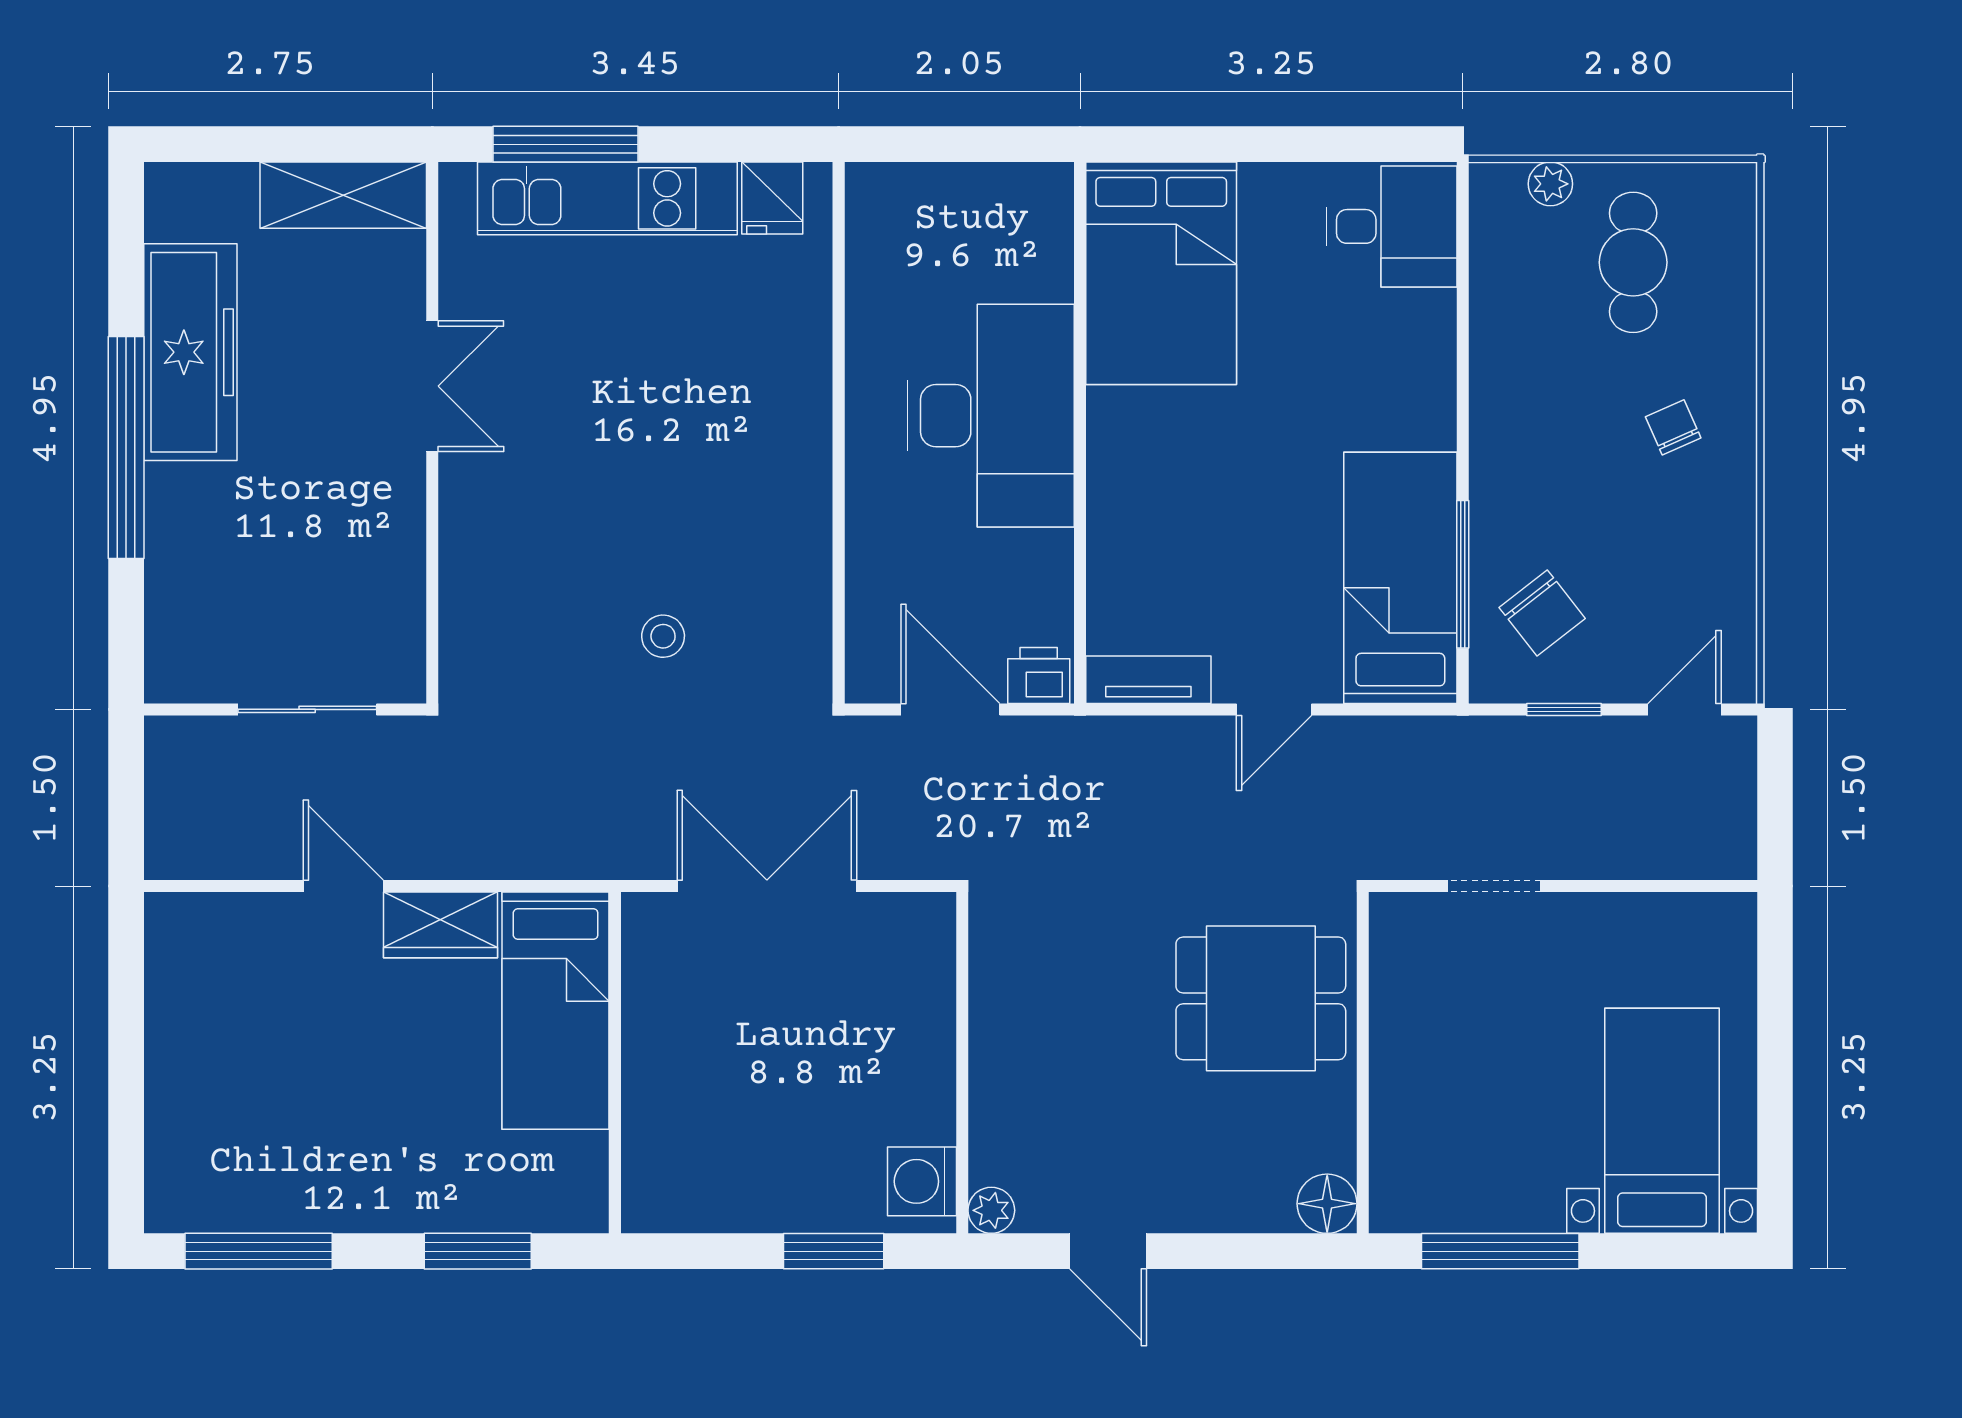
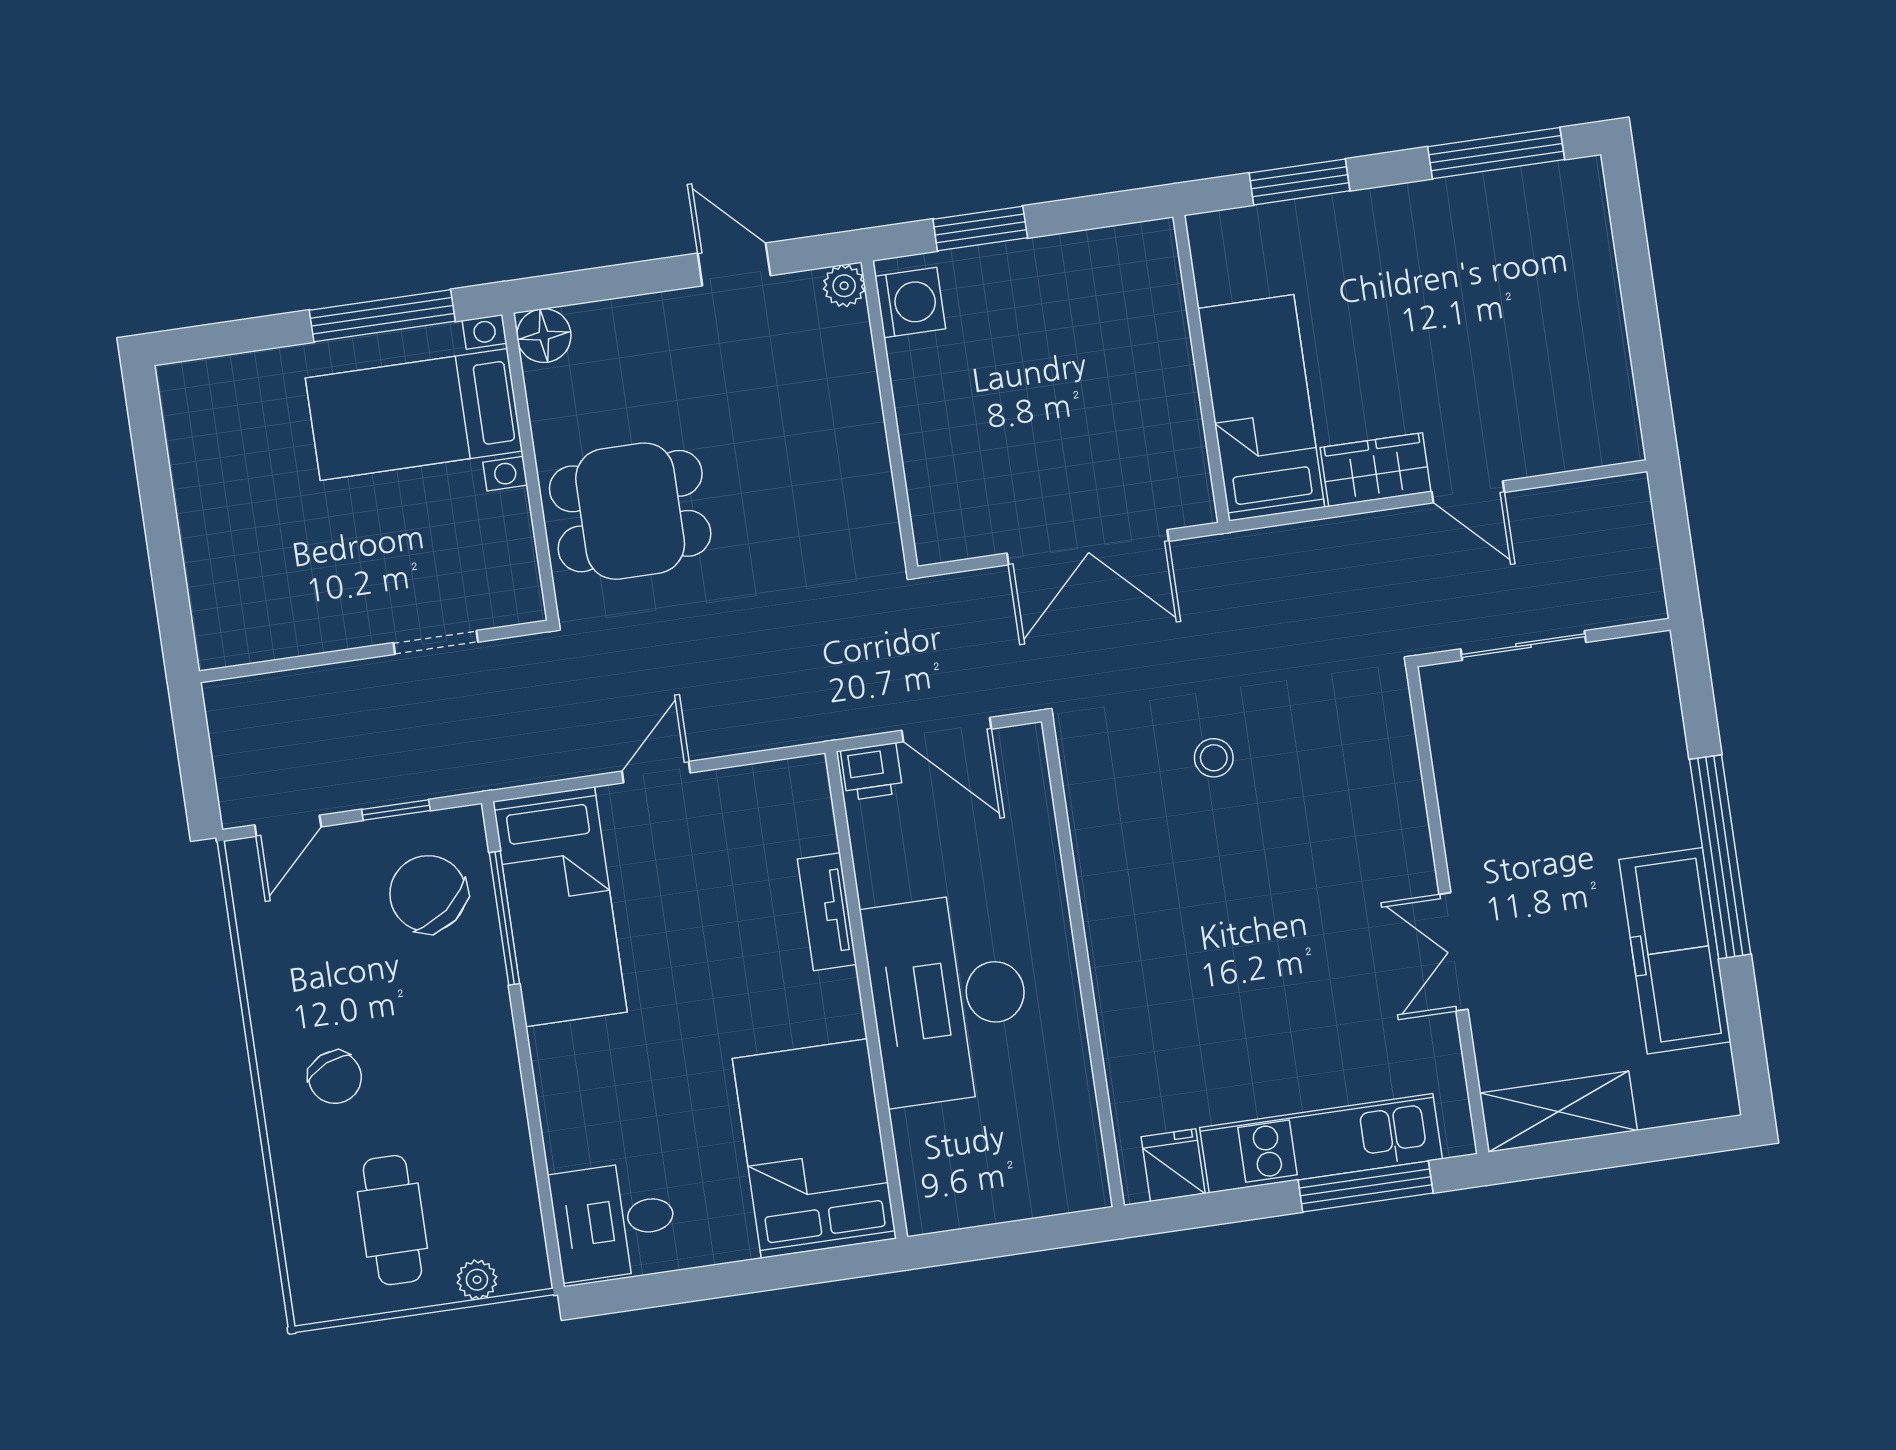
chair: (1673, 427) -> (335, 1077), width x1.37, depth x1.37
chair: (1542, 613) -> (428, 894), width x1.37, depth x1.37
tv unit: (1148, 680) -> (827, 912), moved, turned 90
bed with nightstands: (1662, 1121) -> (414, 415), moved, turned 90

